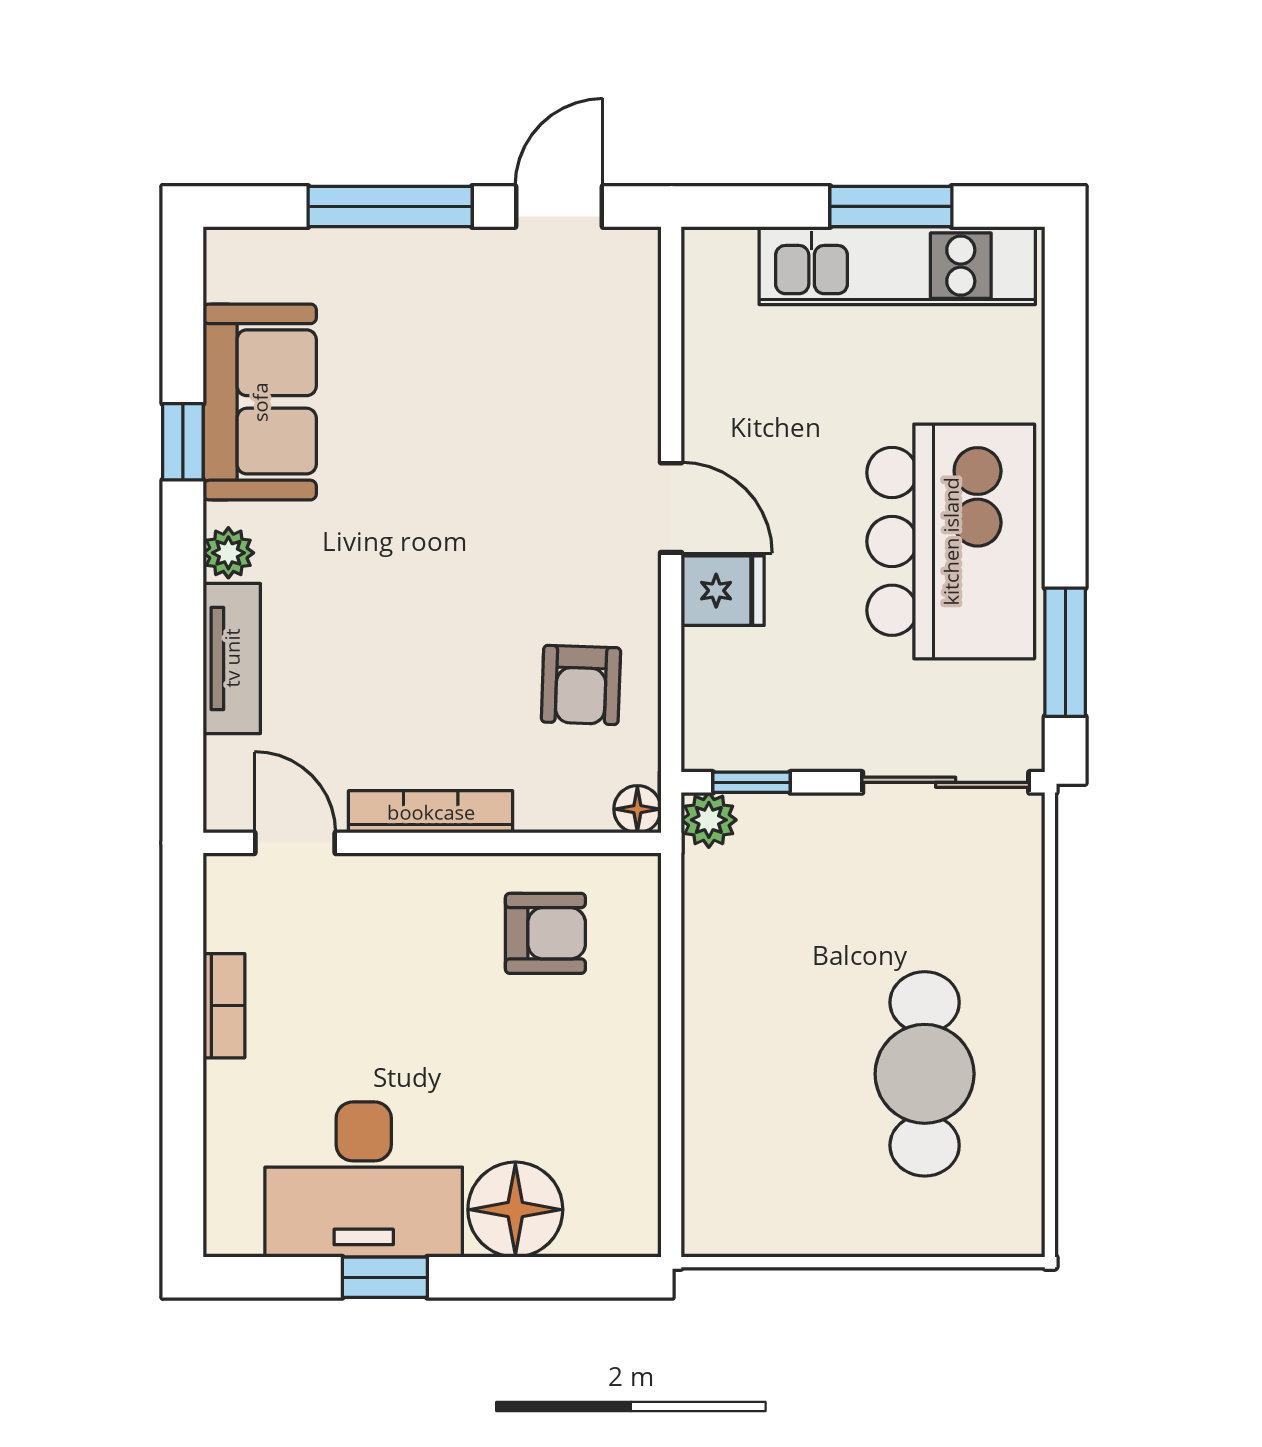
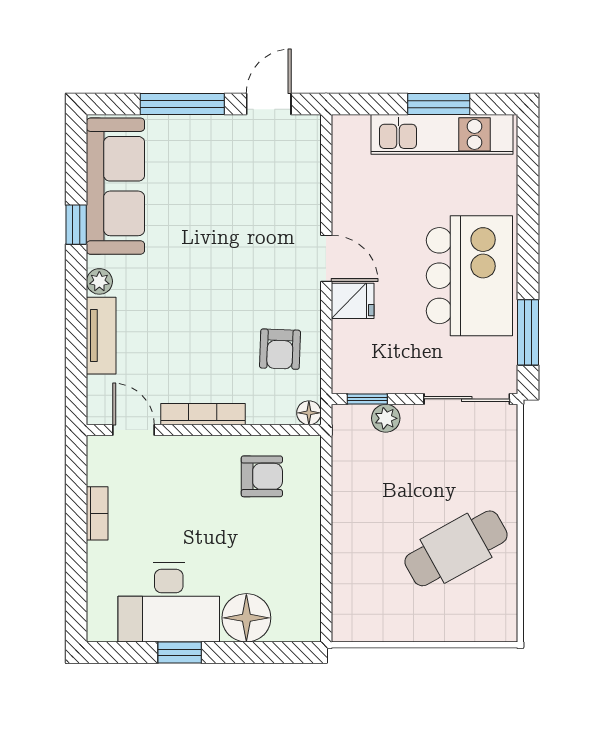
sofa: (260, 402) -> (115, 186), width x1.36
plant: (709, 820) -> (386, 418), moved
cafe table: (925, 1074) -> (456, 548), turned 61

